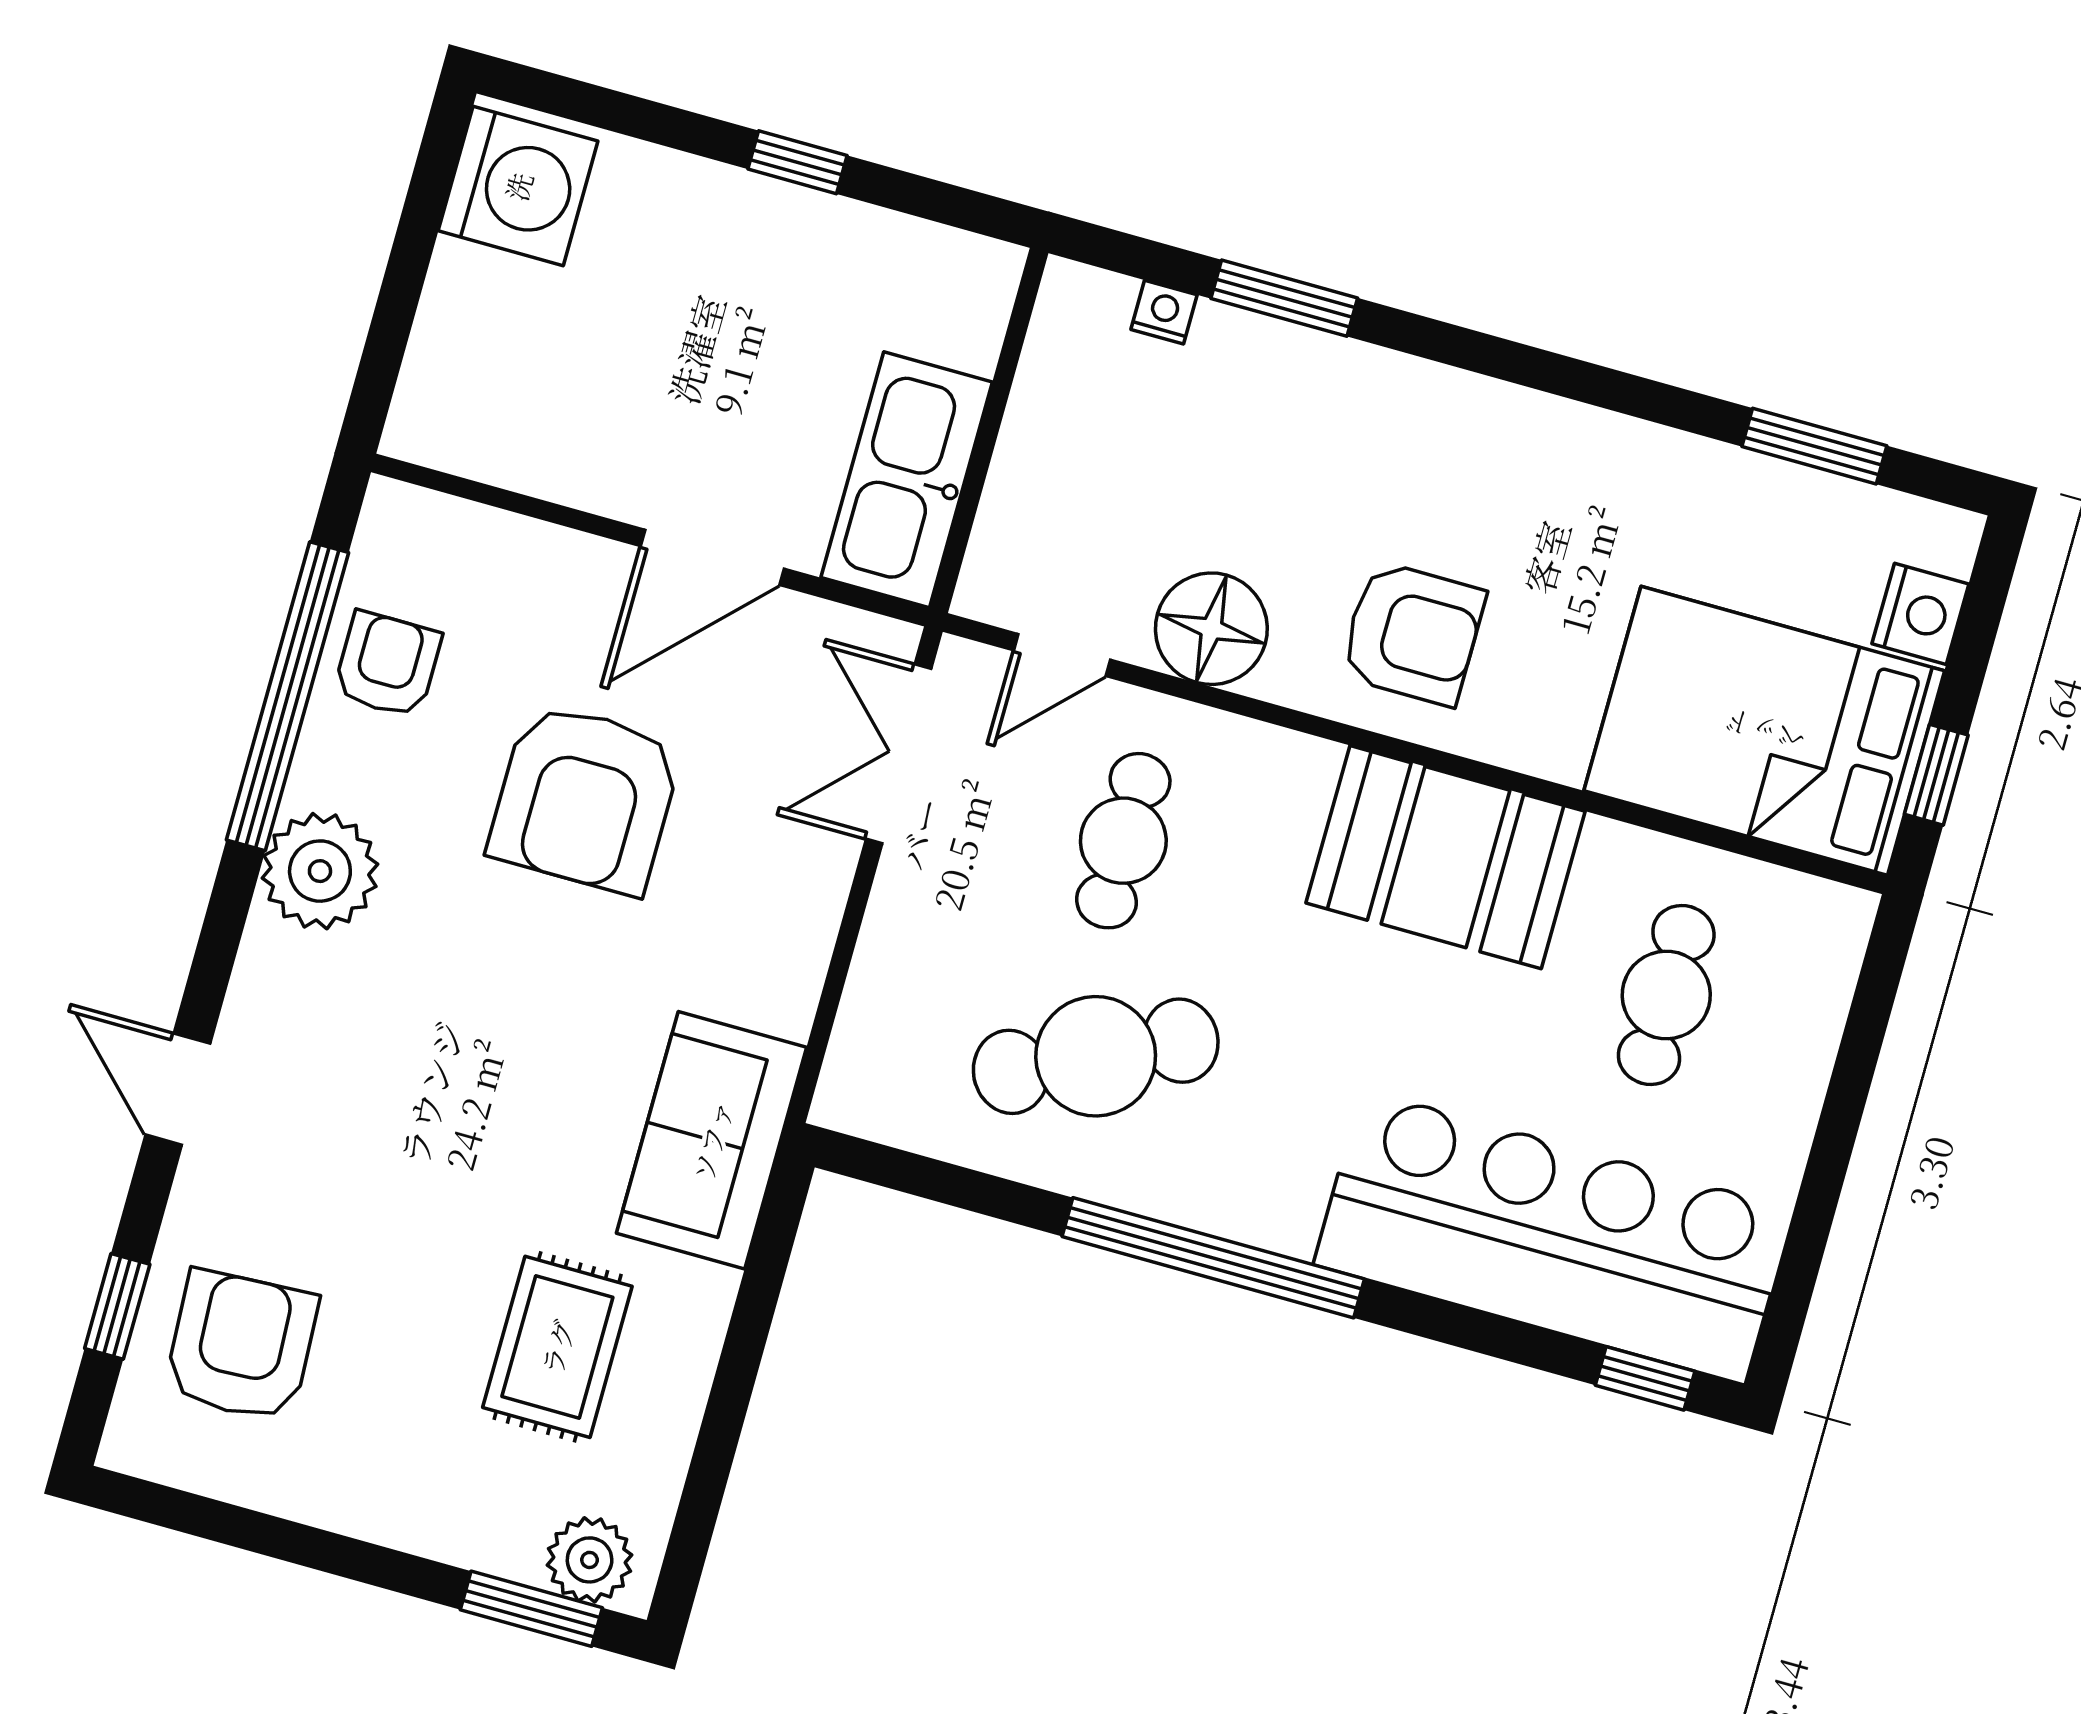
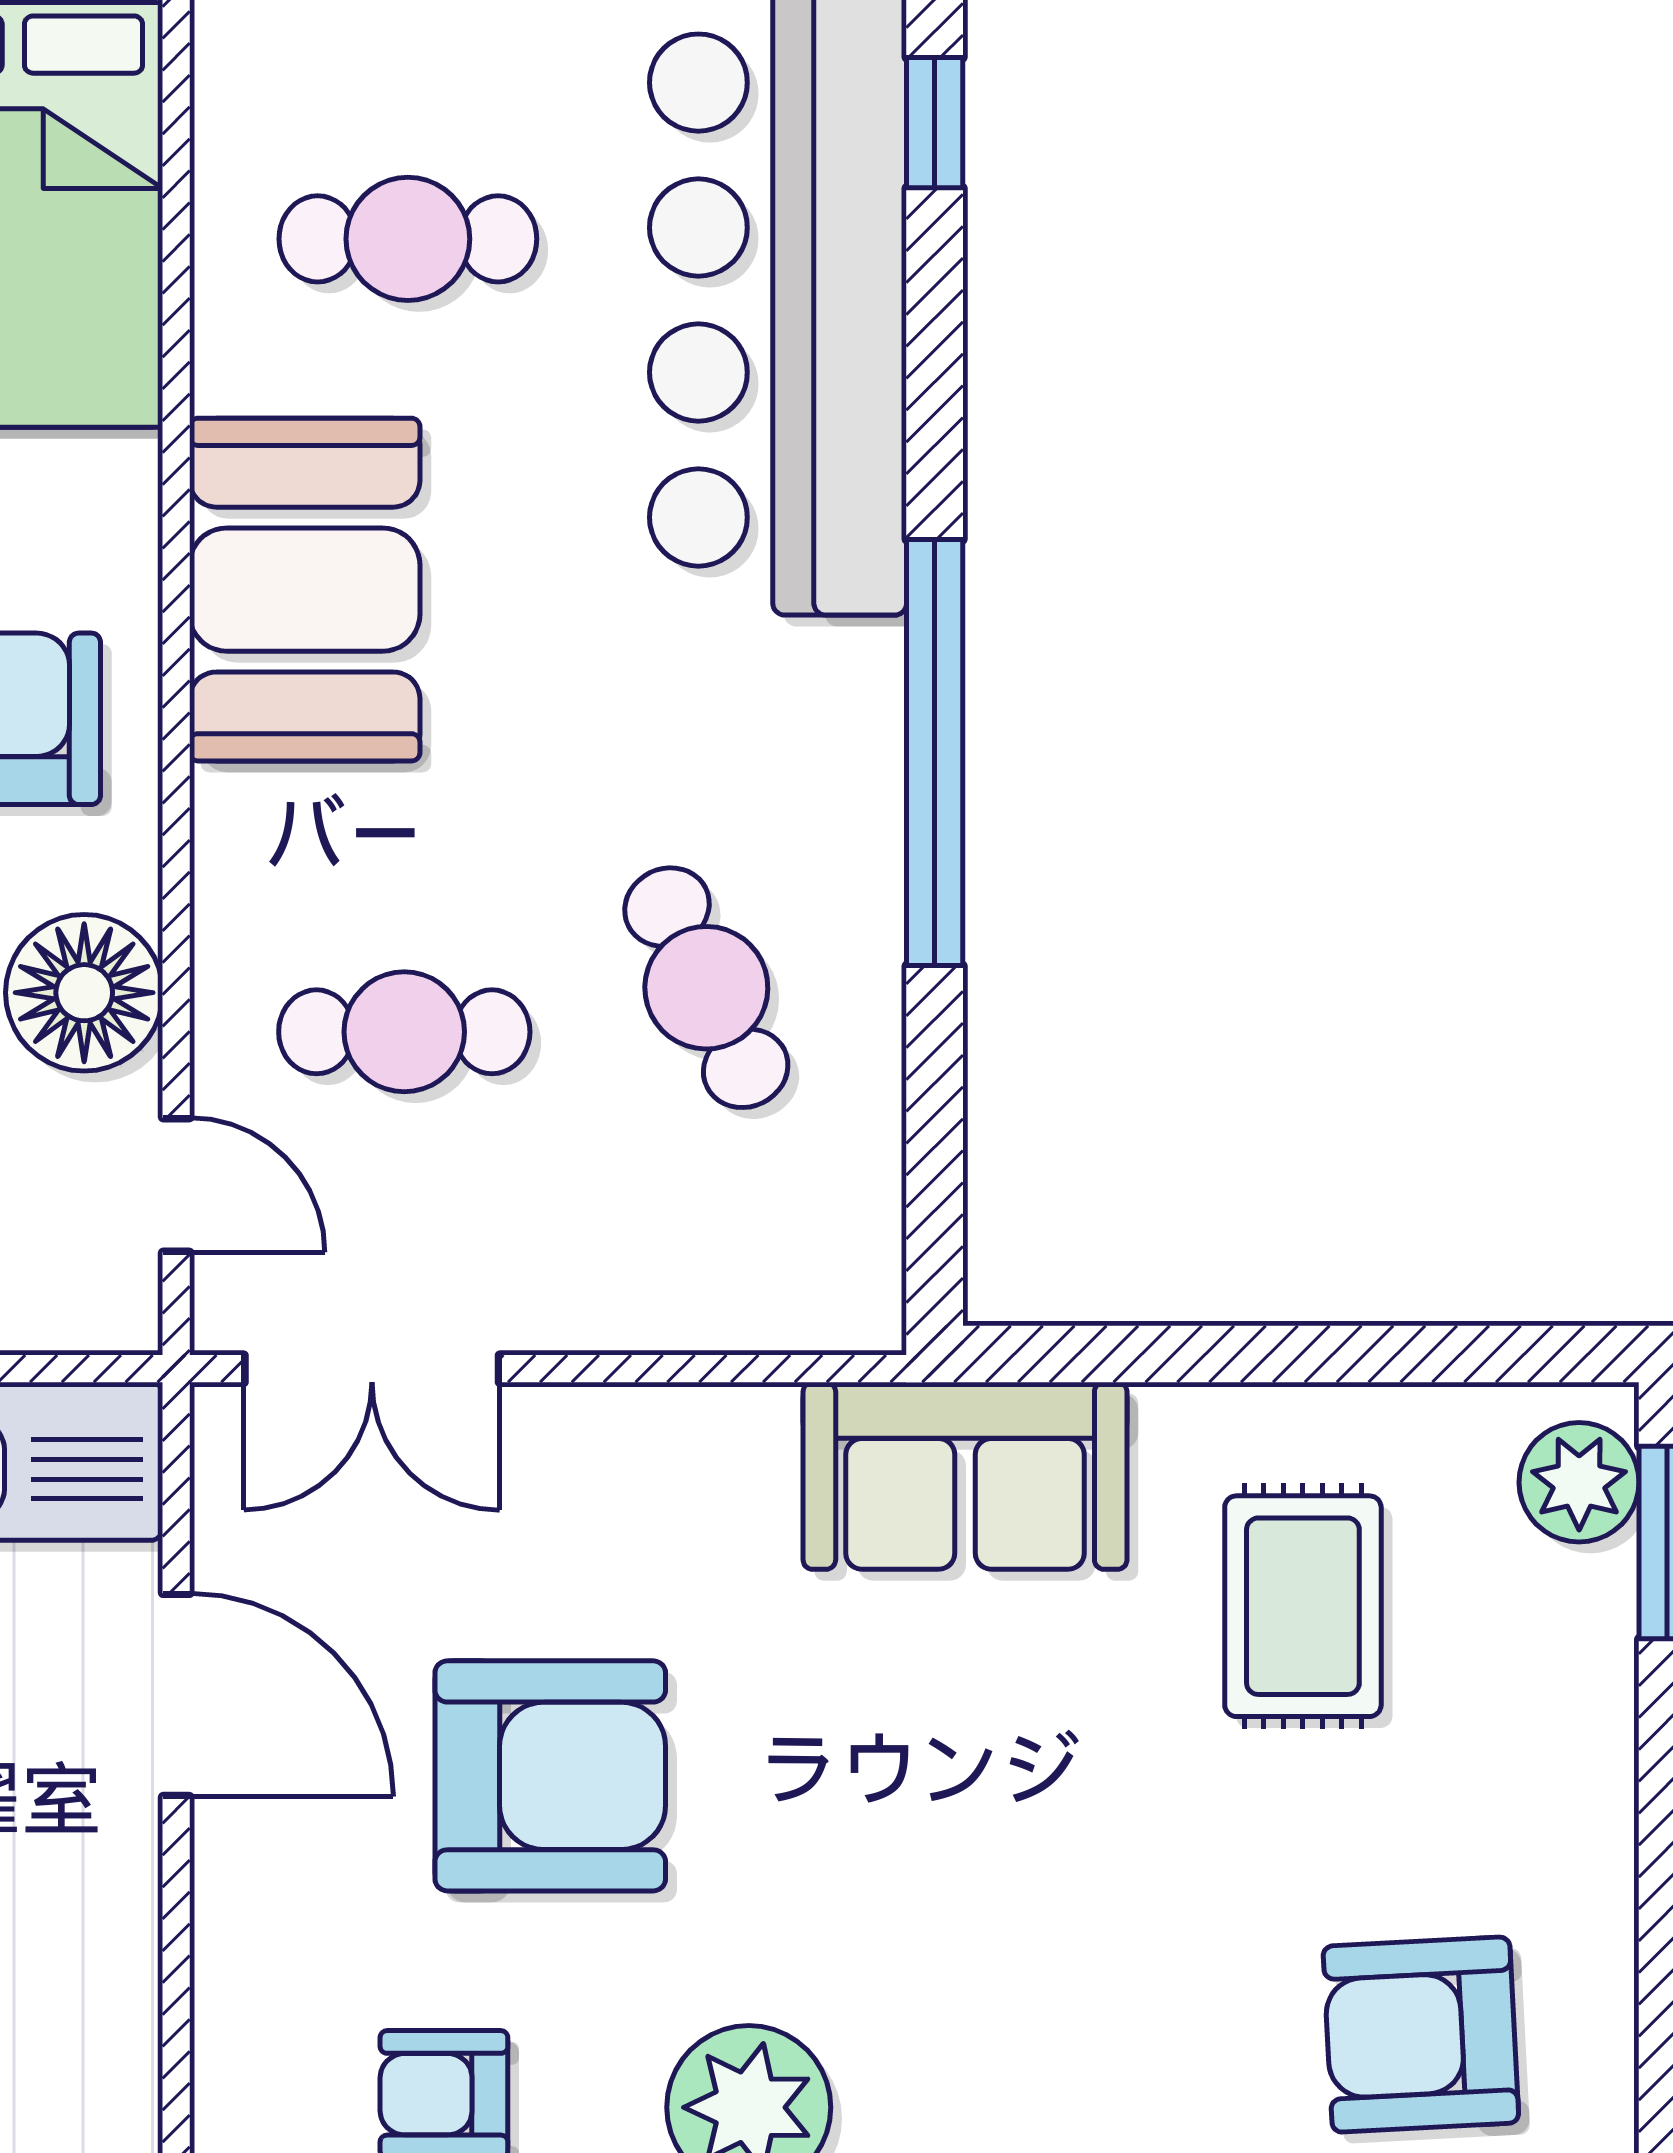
cafe table: (1096, 1056) -> (706, 988), width x0.73, depth x0.74
rug: (557, 1347) -> (1303, 1606), turned 90

